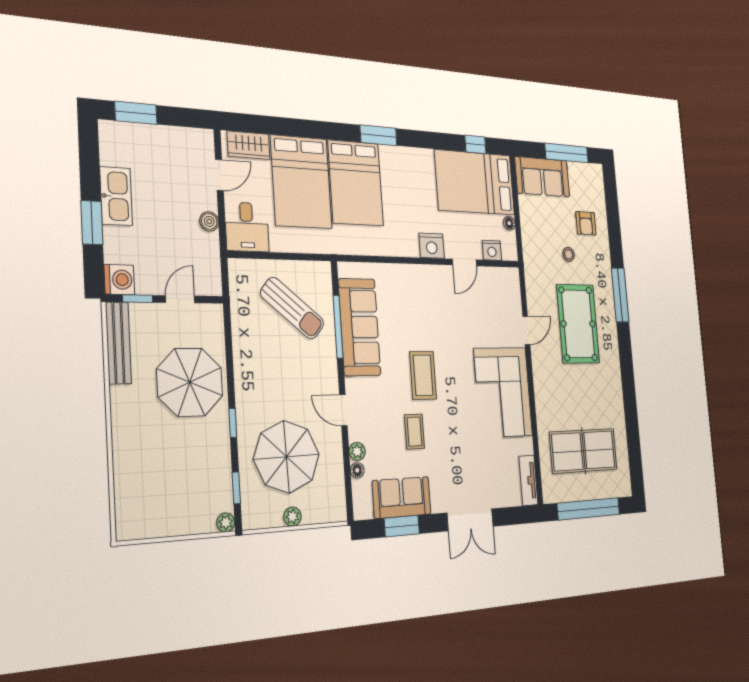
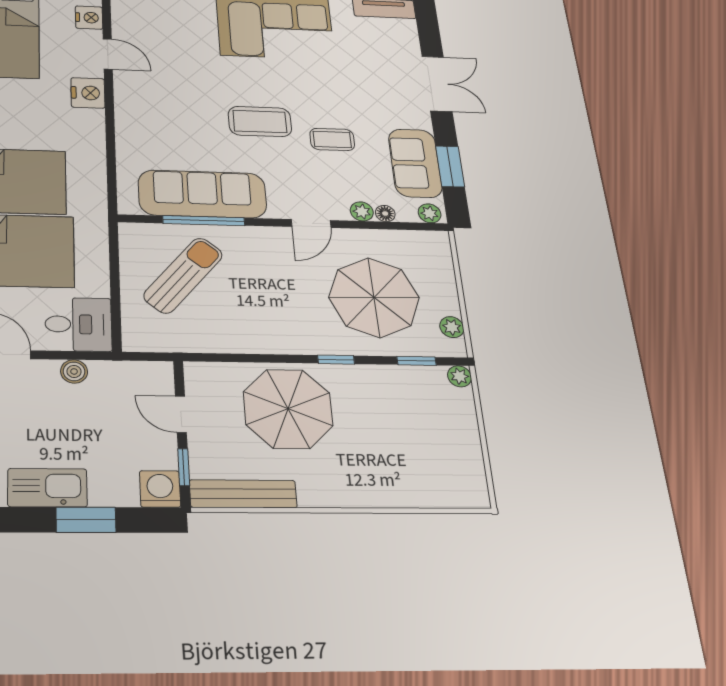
plant: (361, 507) -> (430, 213), added
plant: (292, 517) -> (452, 327), moved

